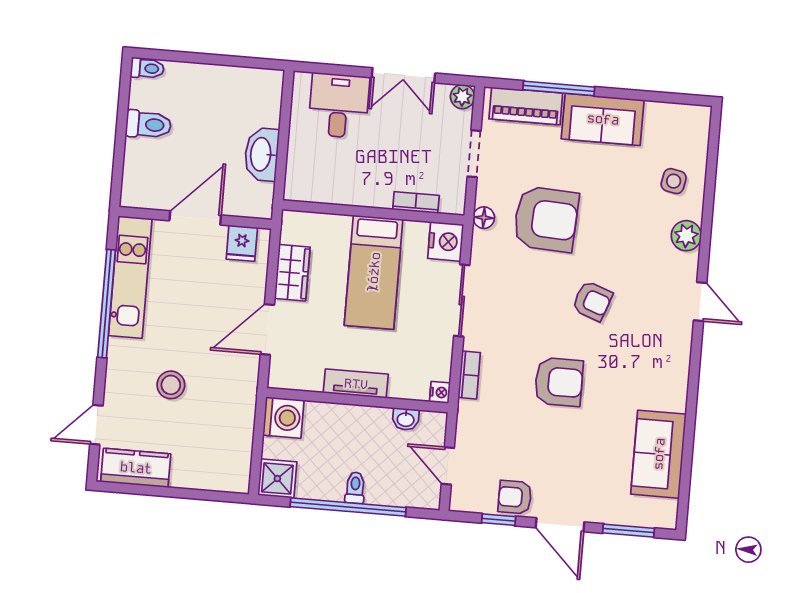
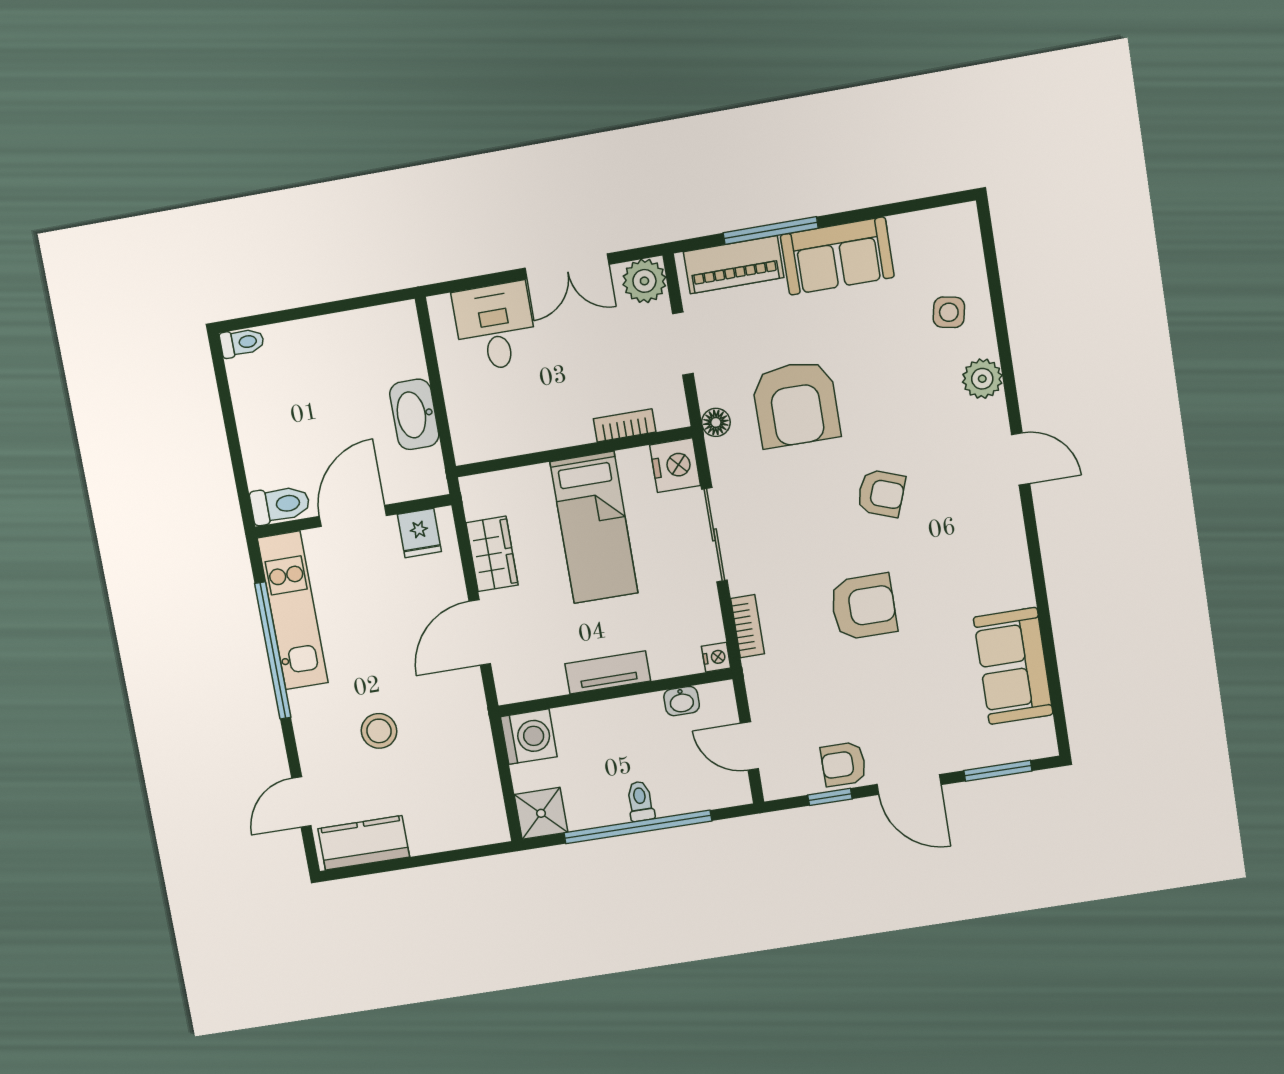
plant: (462, 97) -> (644, 281), width x1.38, depth x1.38
toilet: (148, 125) -> (280, 505), moved
armchair: (546, 219) -> (796, 404), turned 87

